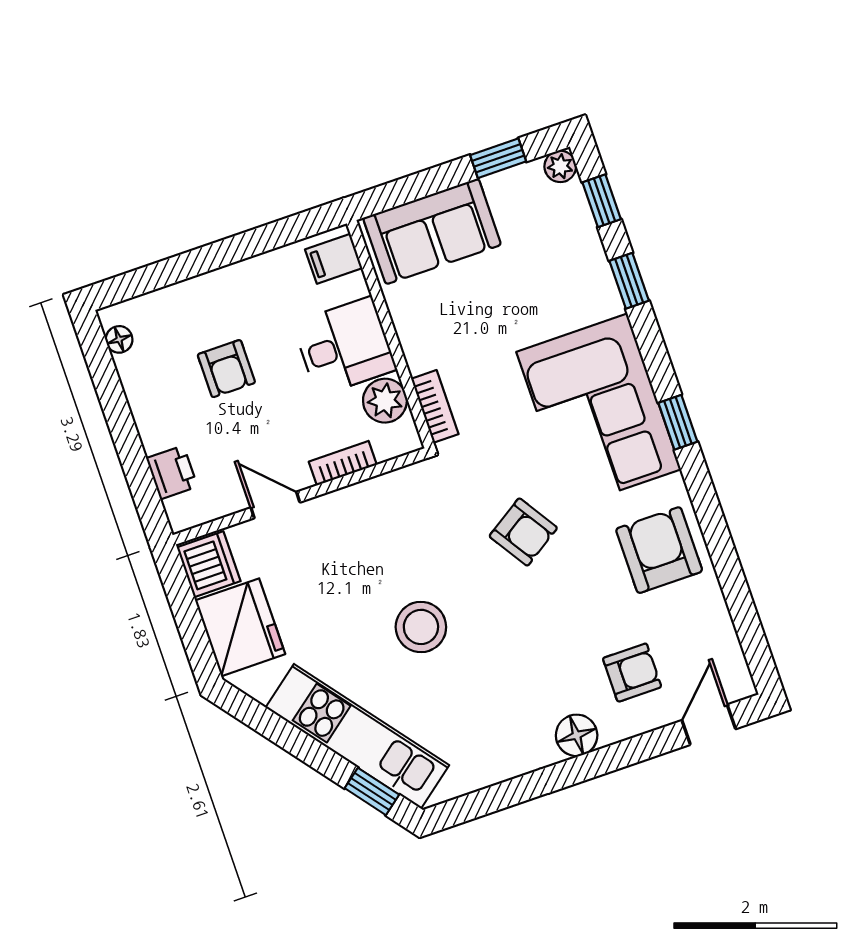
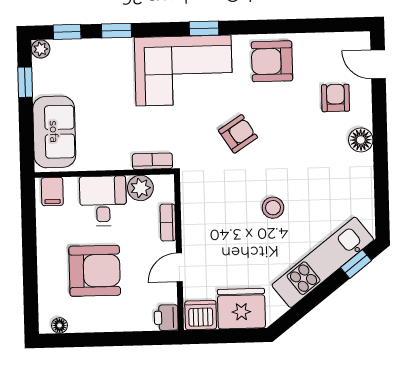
armchair: (226, 369) -> (95, 271), width x1.88, depth x1.88
printer: (172, 472) -> (166, 318), moved, turned -90
stool: (421, 627) -> (273, 208), width x0.73, depth x0.73

